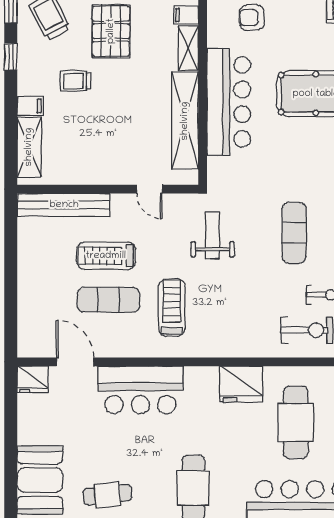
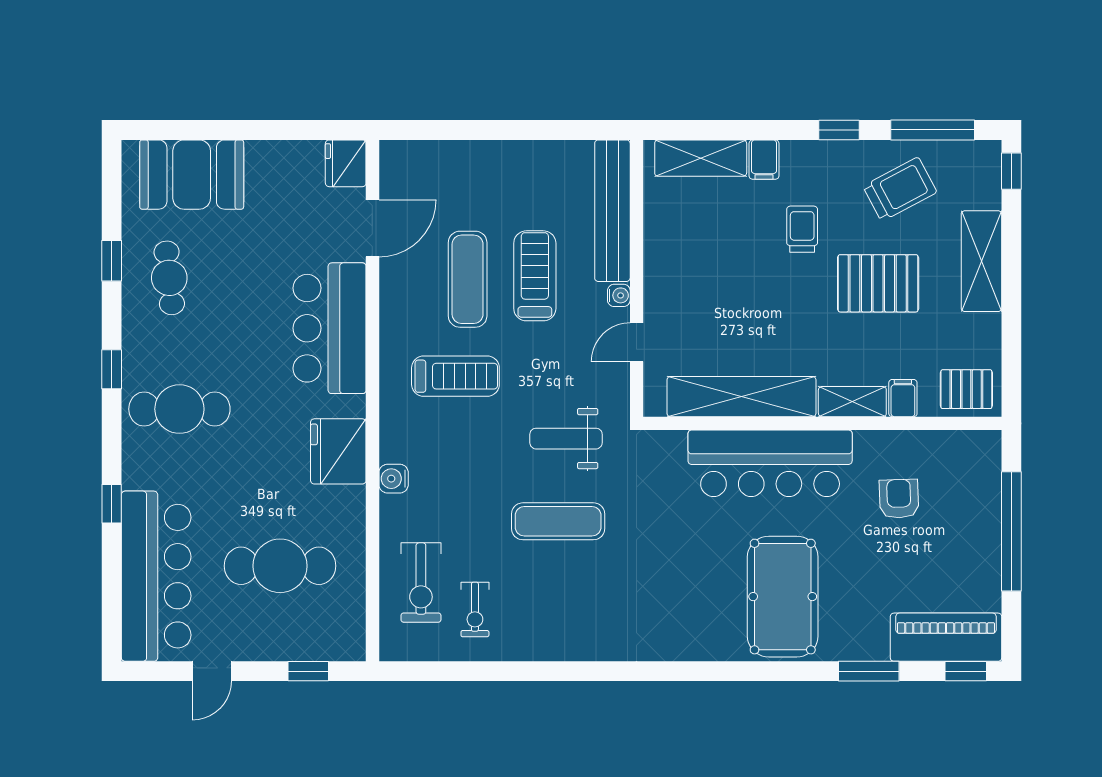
water cooler: (119, 201) -> (619, 295), added
exercise mat: (294, 233) -> (558, 521), moved
weight bench: (213, 235) -> (566, 439), turned 180
water cooler: (239, 348) -> (394, 479), added
fridge: (241, 384) -> (338, 451), moved

